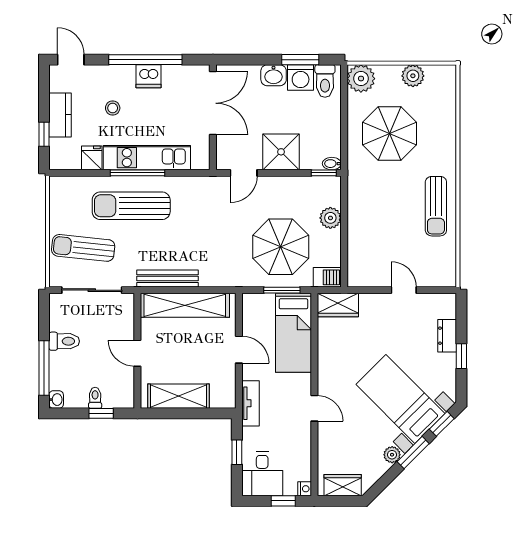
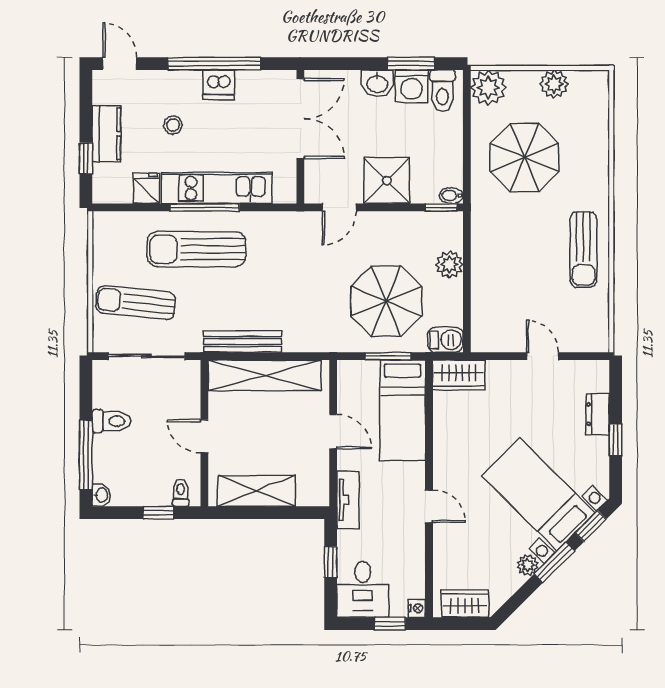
toilet: (95, 398) -> (181, 493), moved

